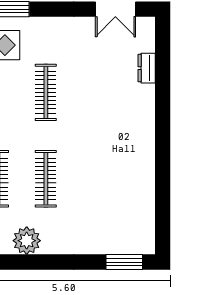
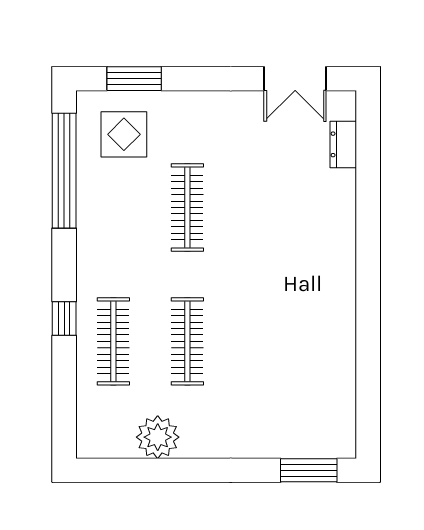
dresser: (147, 68) -> (343, 144), moved

